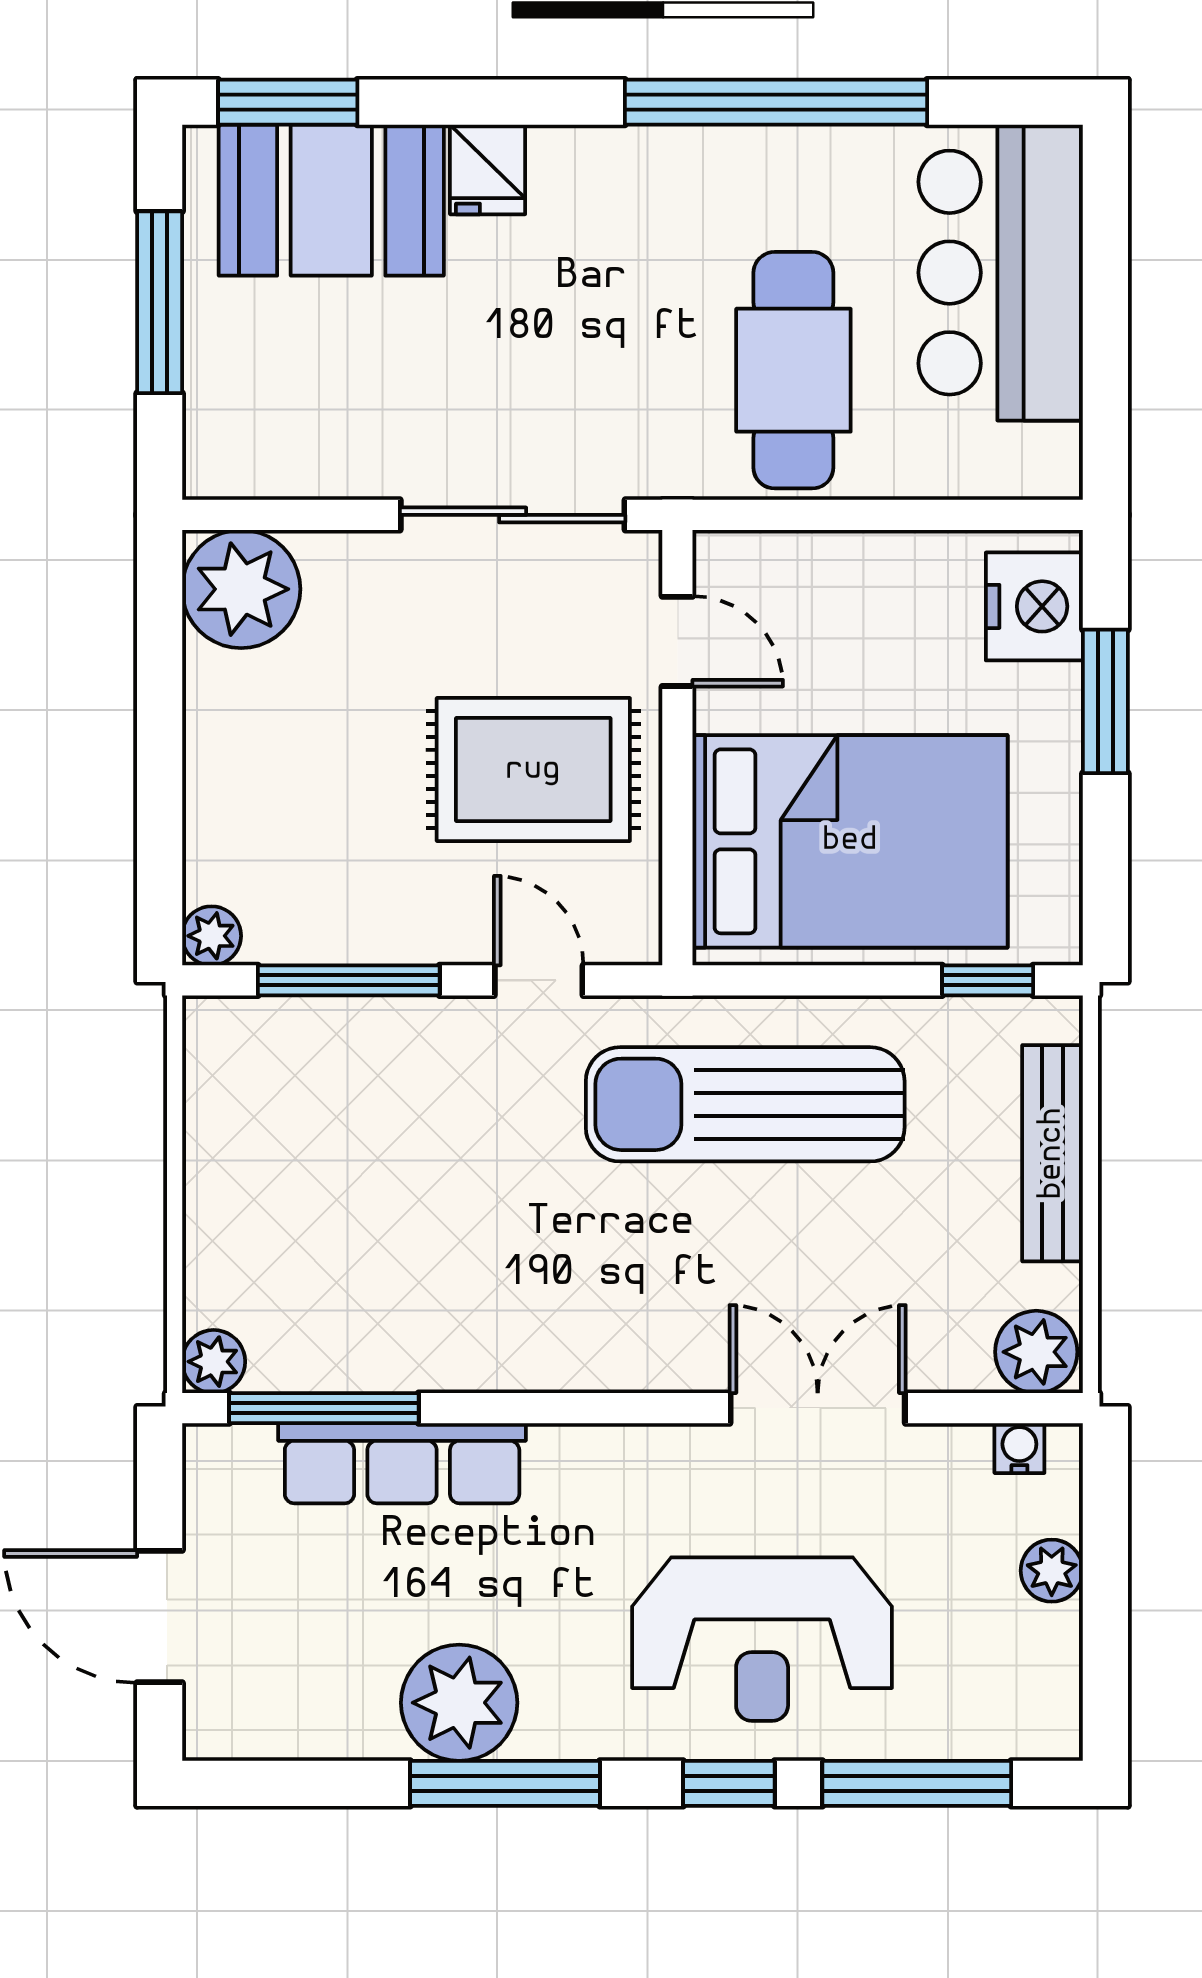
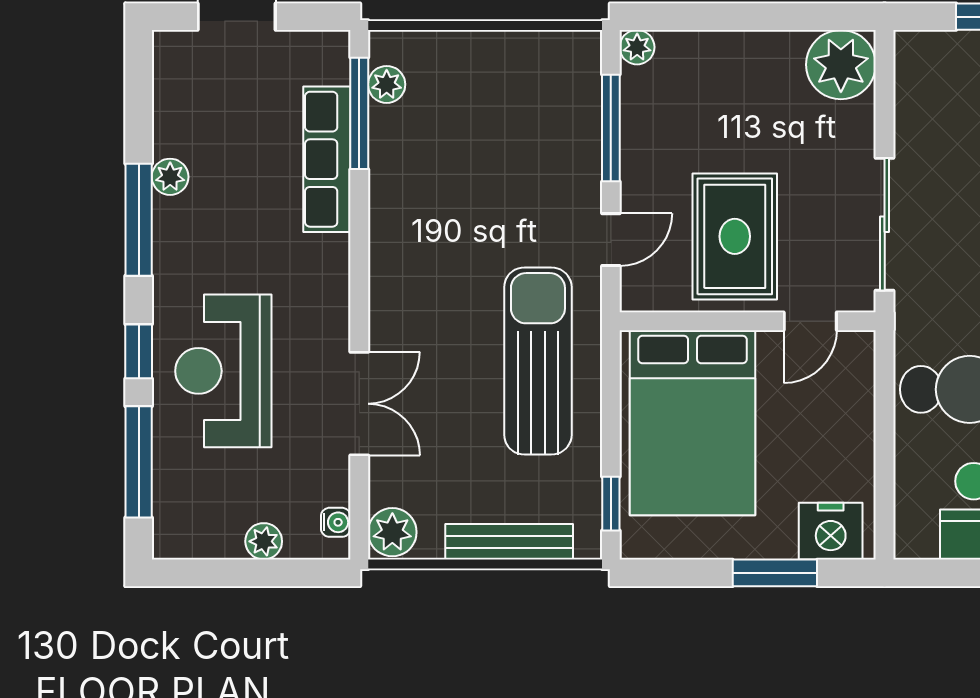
plant: (214, 1362) -> (387, 84), moved
plant: (459, 1703) -> (170, 177), width x0.53, depth x0.53

